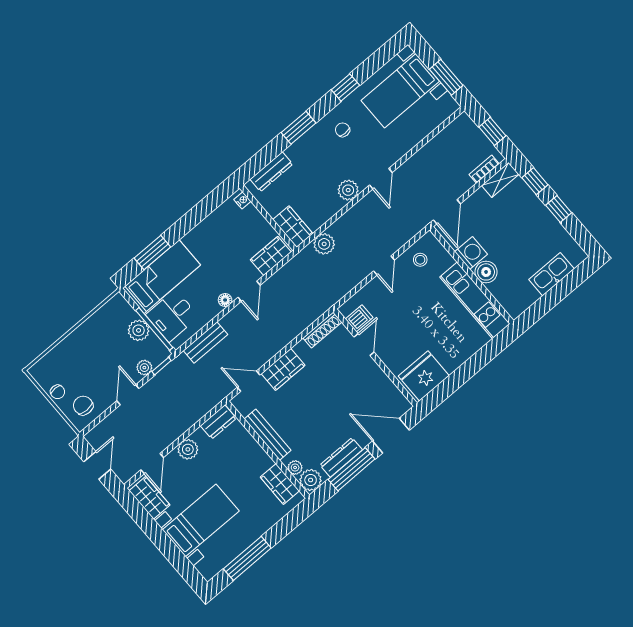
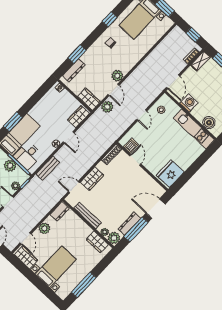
window: (298, 128) -> (77, 54), moved
door: (381, 179) -> (113, 90), moved
boiler: (486, 272) -> (209, 123), moved

